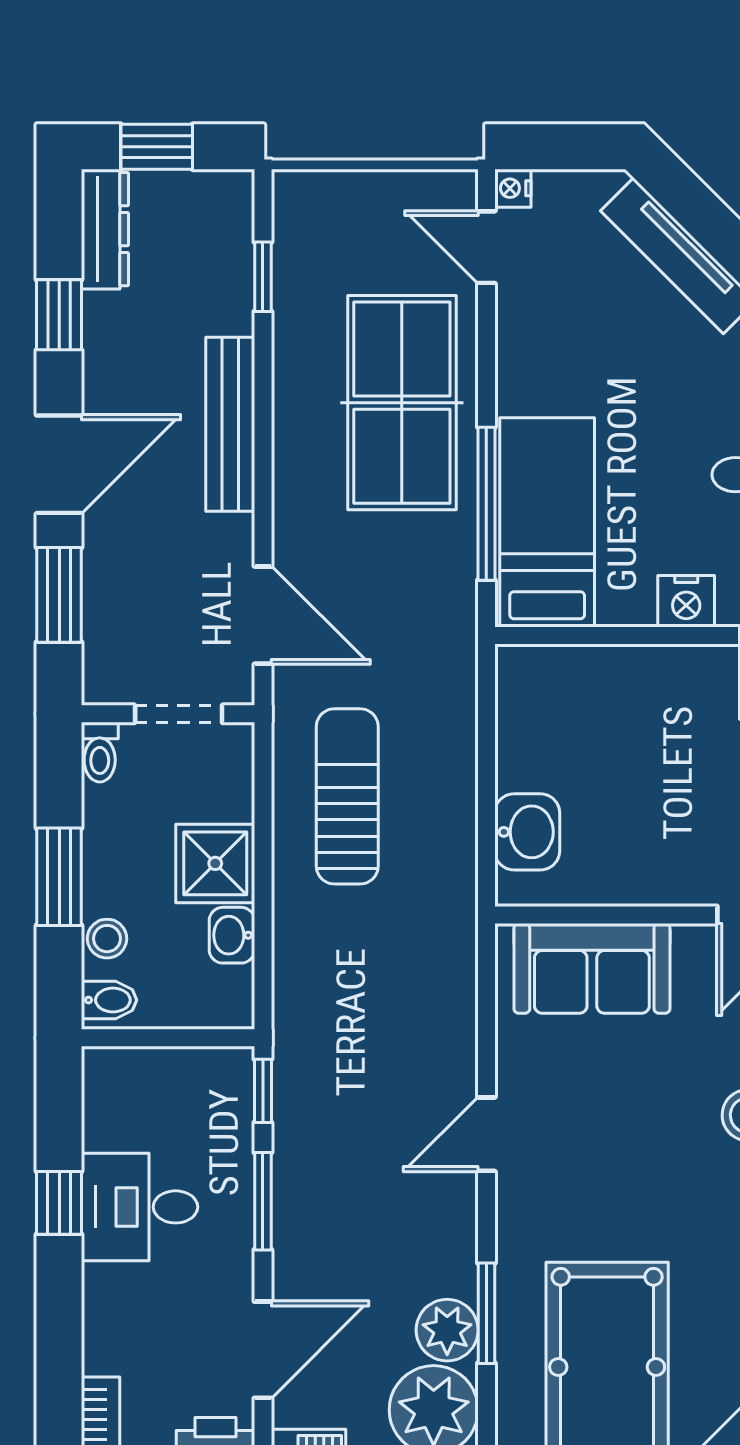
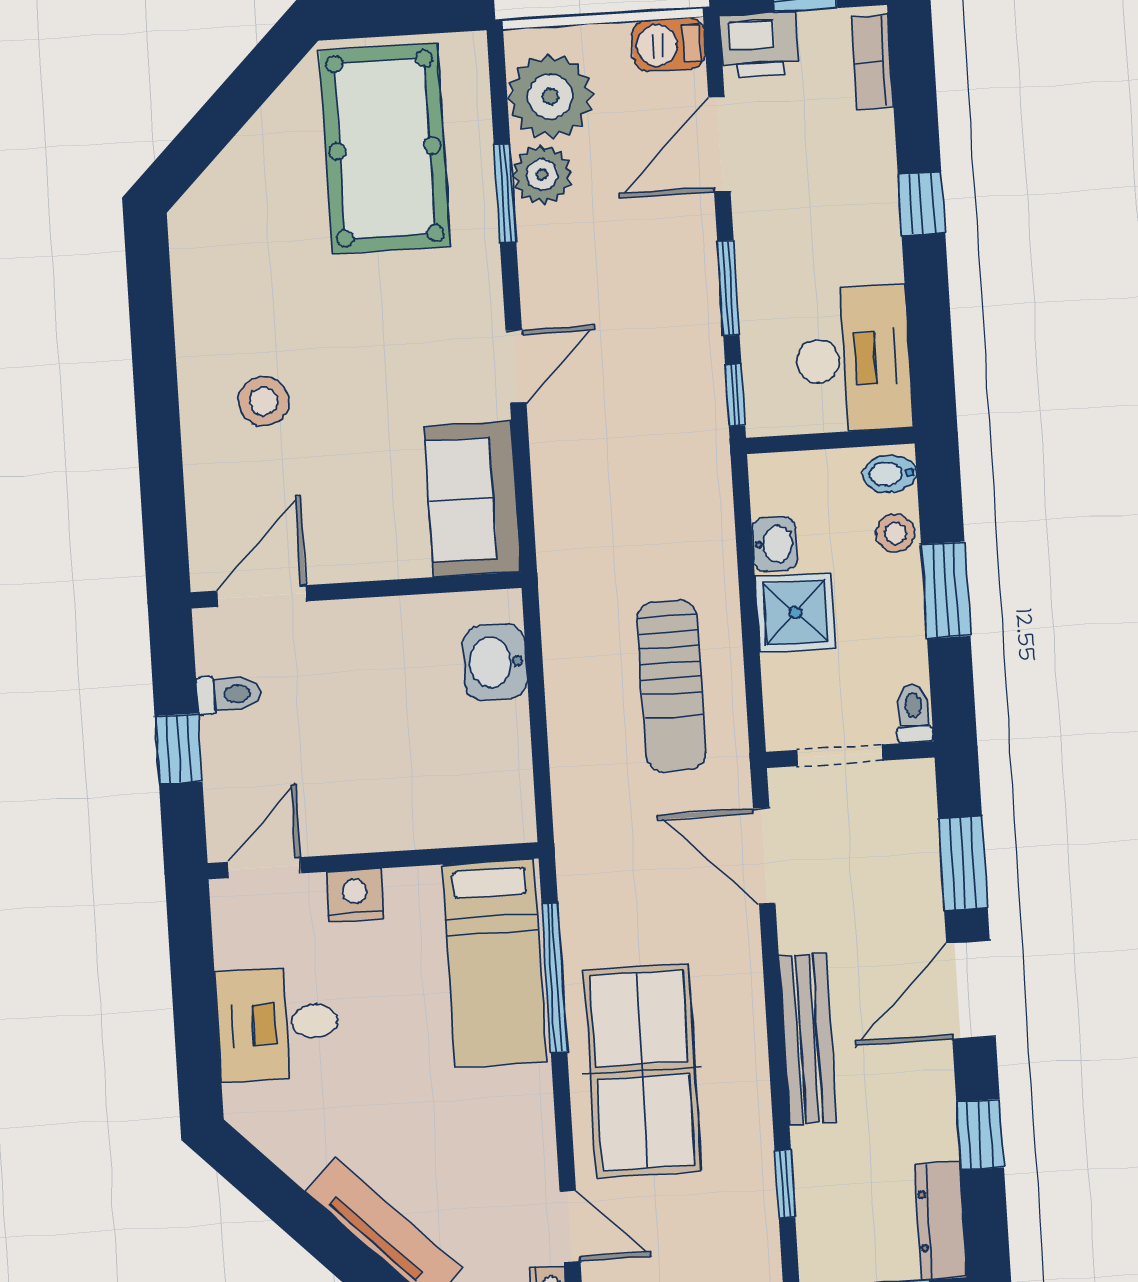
sofa: (592, 968) -> (472, 499), moved, turned -90
window: (59, 1203) -> (921, 204), moved
desk: (139, 1207) -> (853, 359), moved, width x1.37

